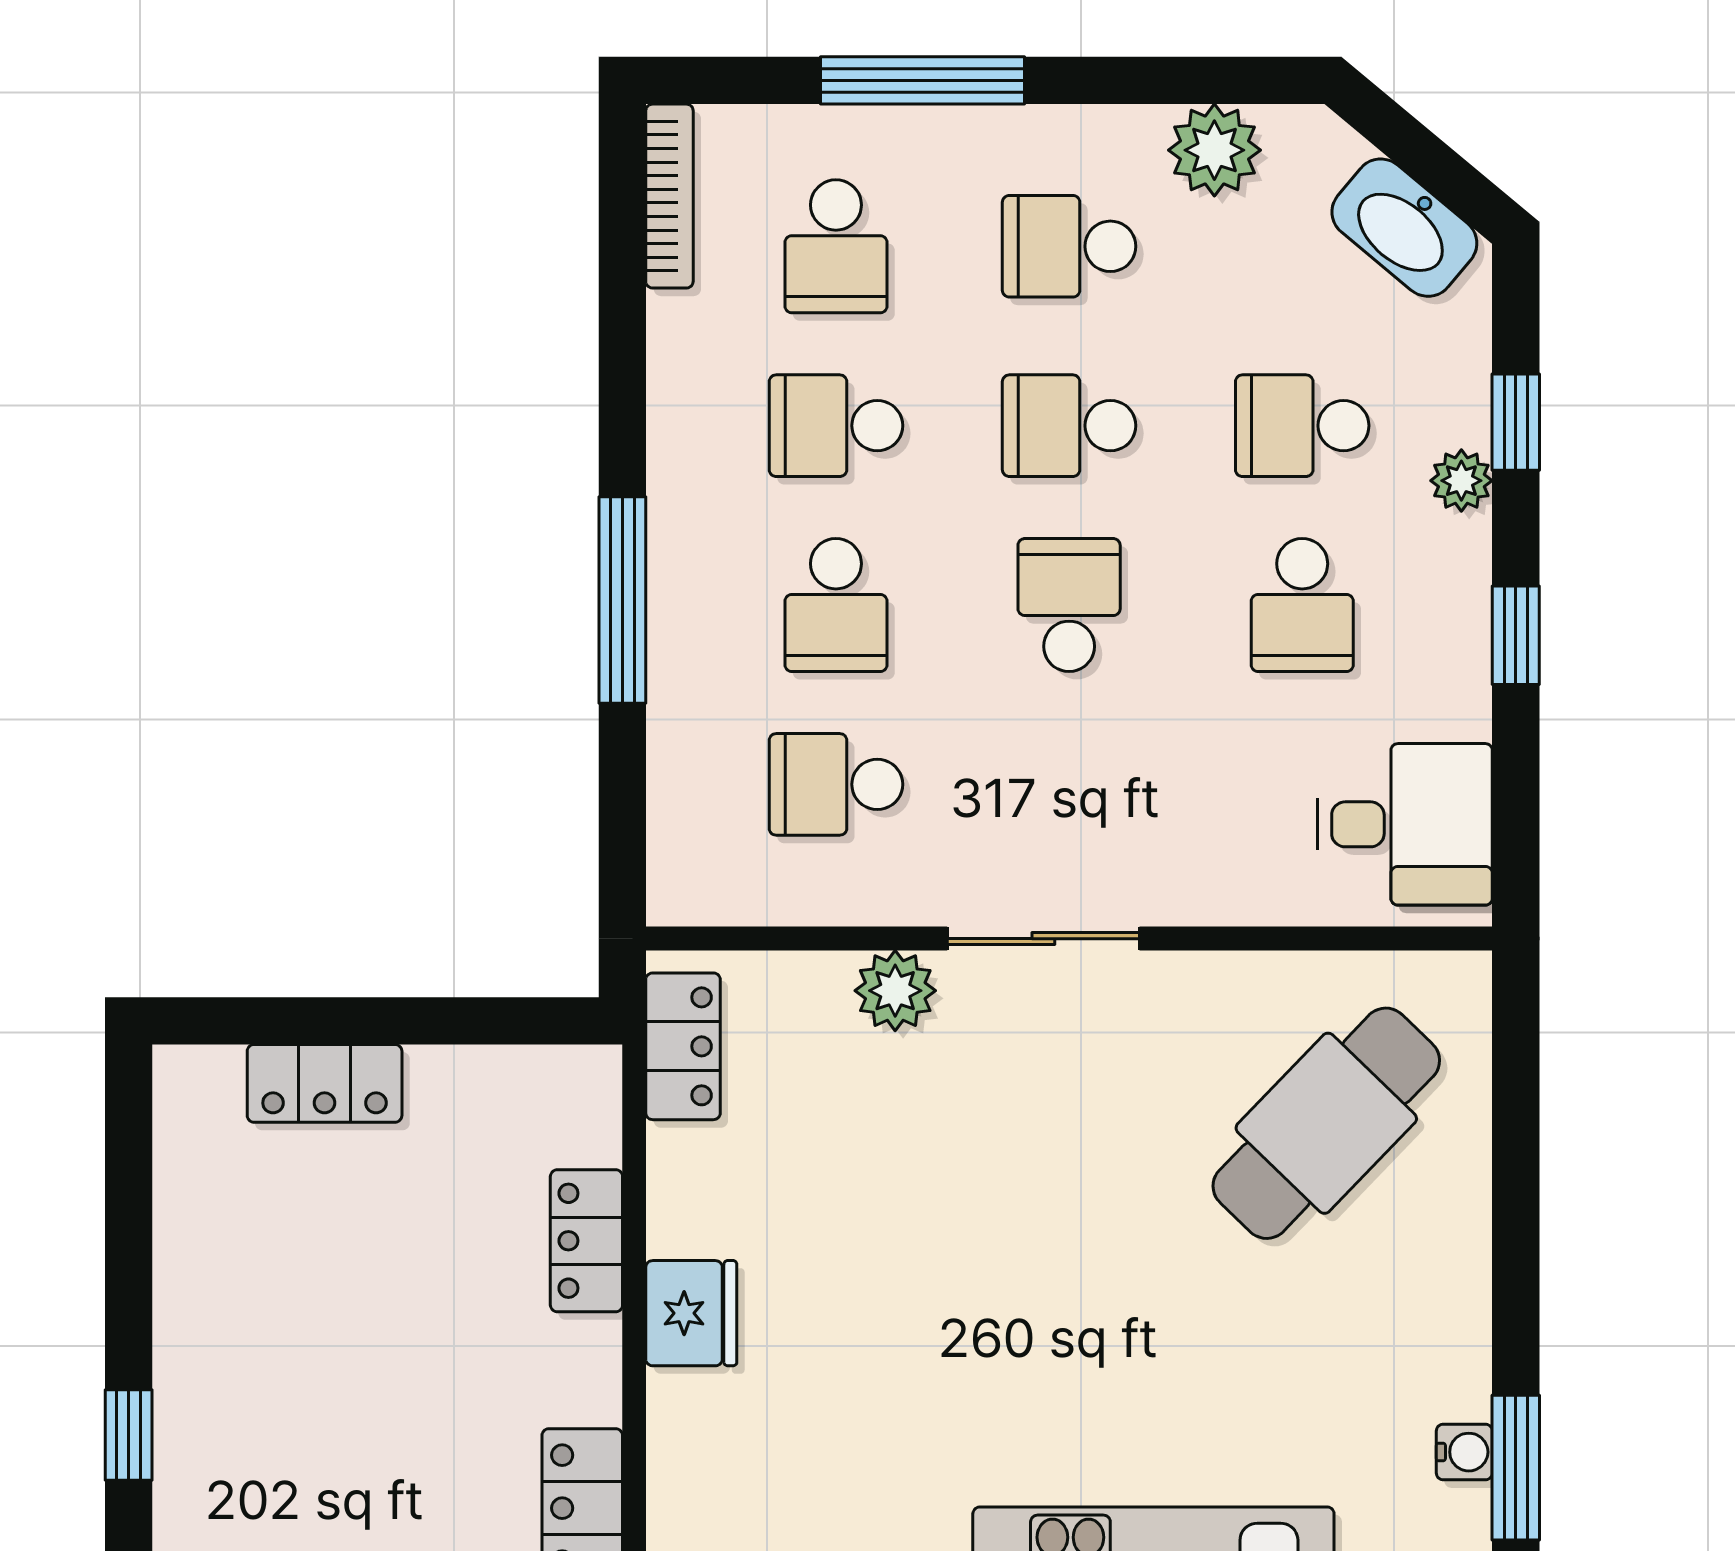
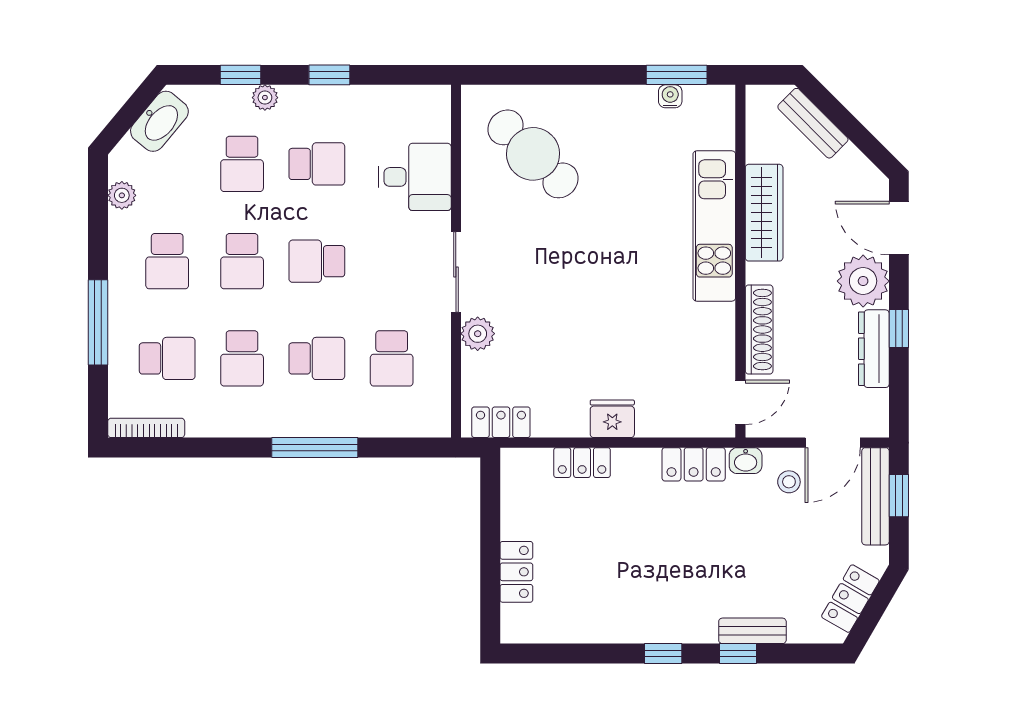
plant: (1214, 150) -> (122, 195), width x0.73, depth x0.73
desk: (1405, 824) -> (415, 177), moved, turned 90

